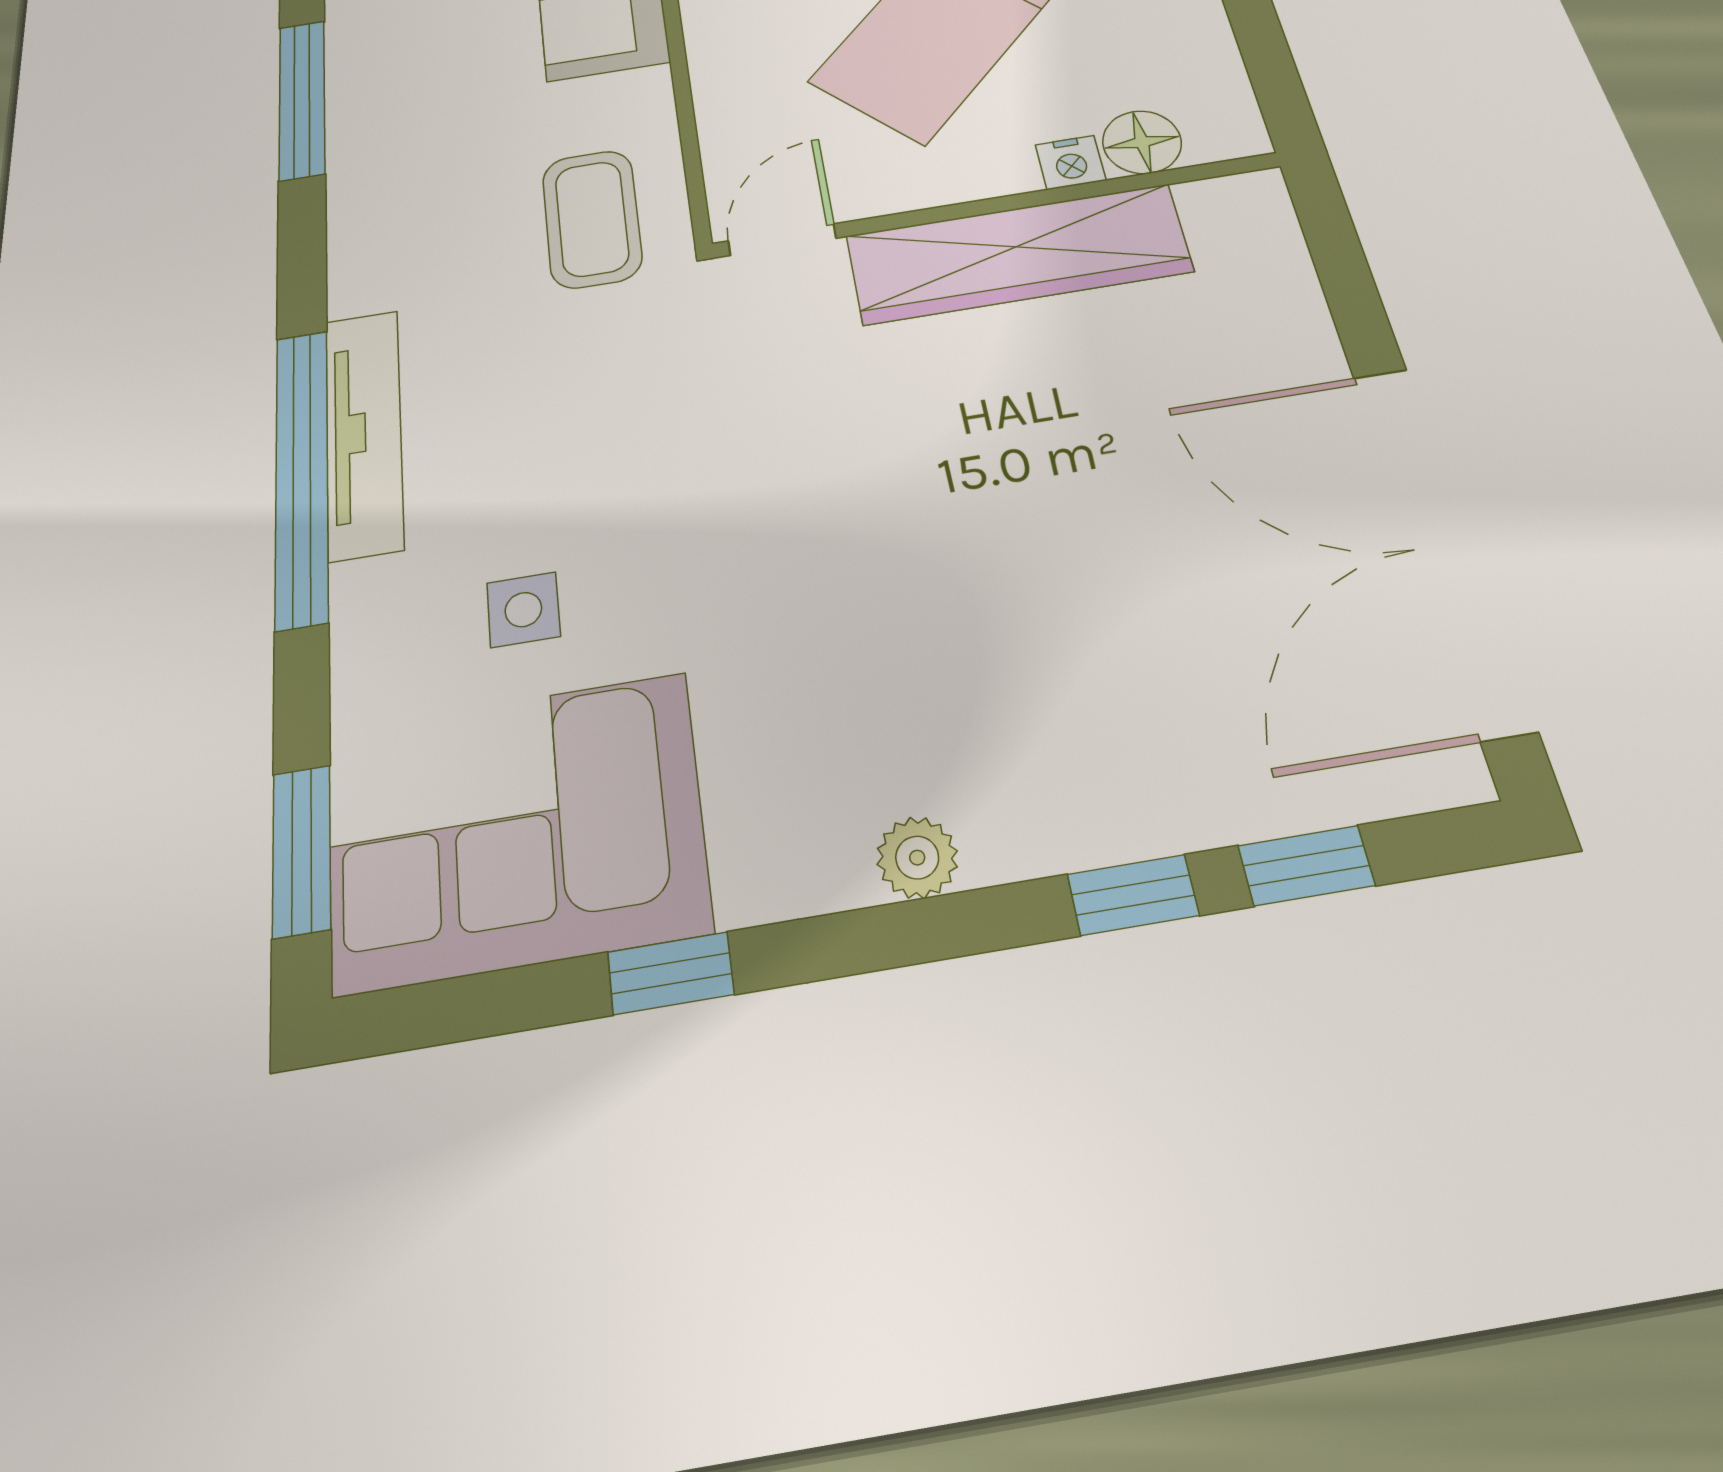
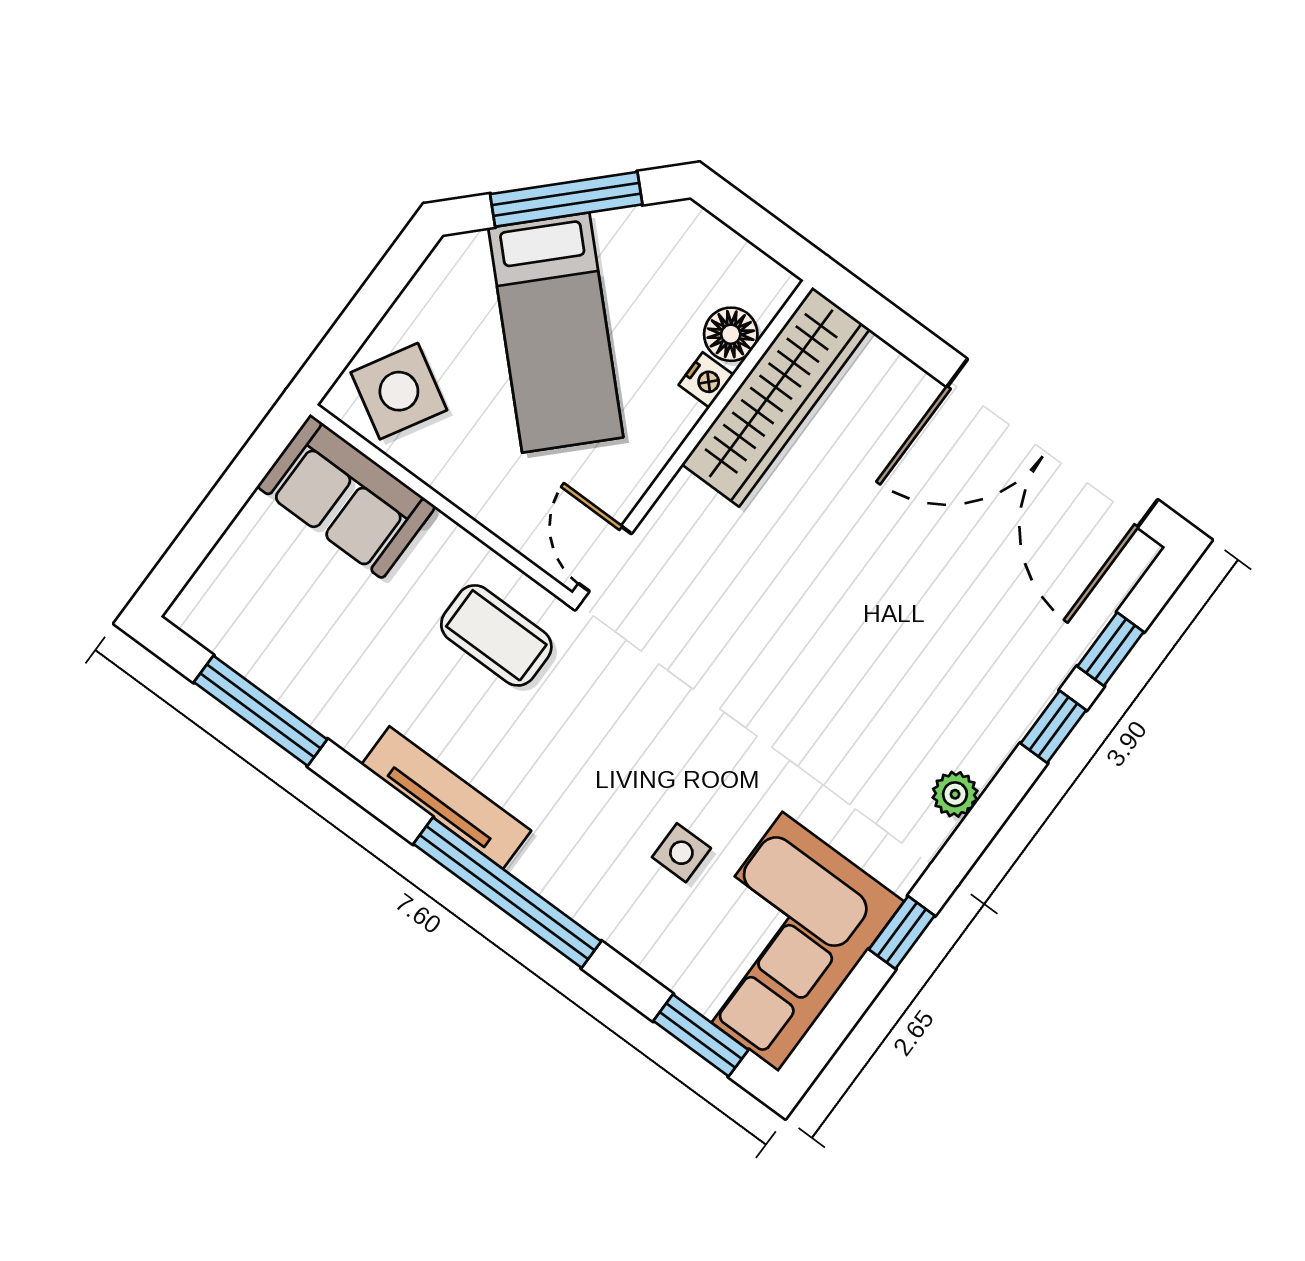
wardrobe: (1018, 254) -> (776, 397), moved
tv unit: (364, 432) -> (446, 798), moved

